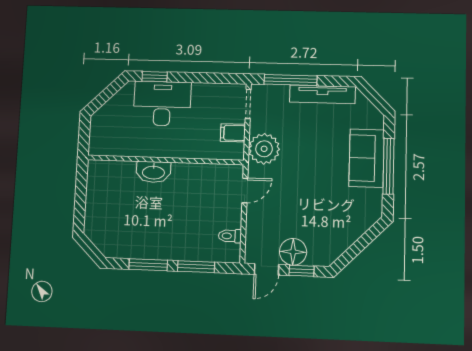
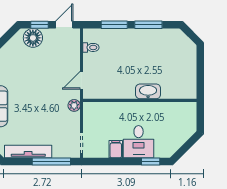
desk: (162, 103) -> (139, 142), width x0.73
filing cabinet: (233, 133) -> (116, 149), moved, turned -90
plant: (264, 149) -> (74, 105), width x0.53, depth x0.53
floor lamp: (293, 252) -> (33, 38), moved

